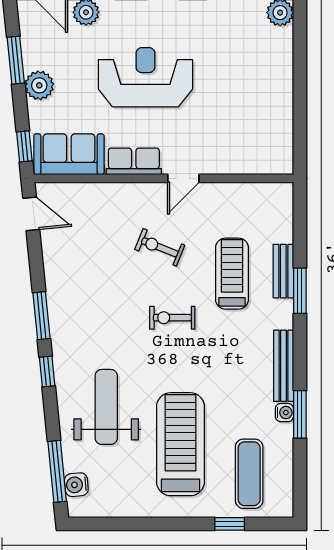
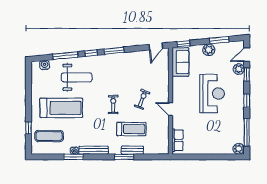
row of seats: (134, 161) -> (178, 140), moved
window: (57, 471) -> (65, 56), moved

